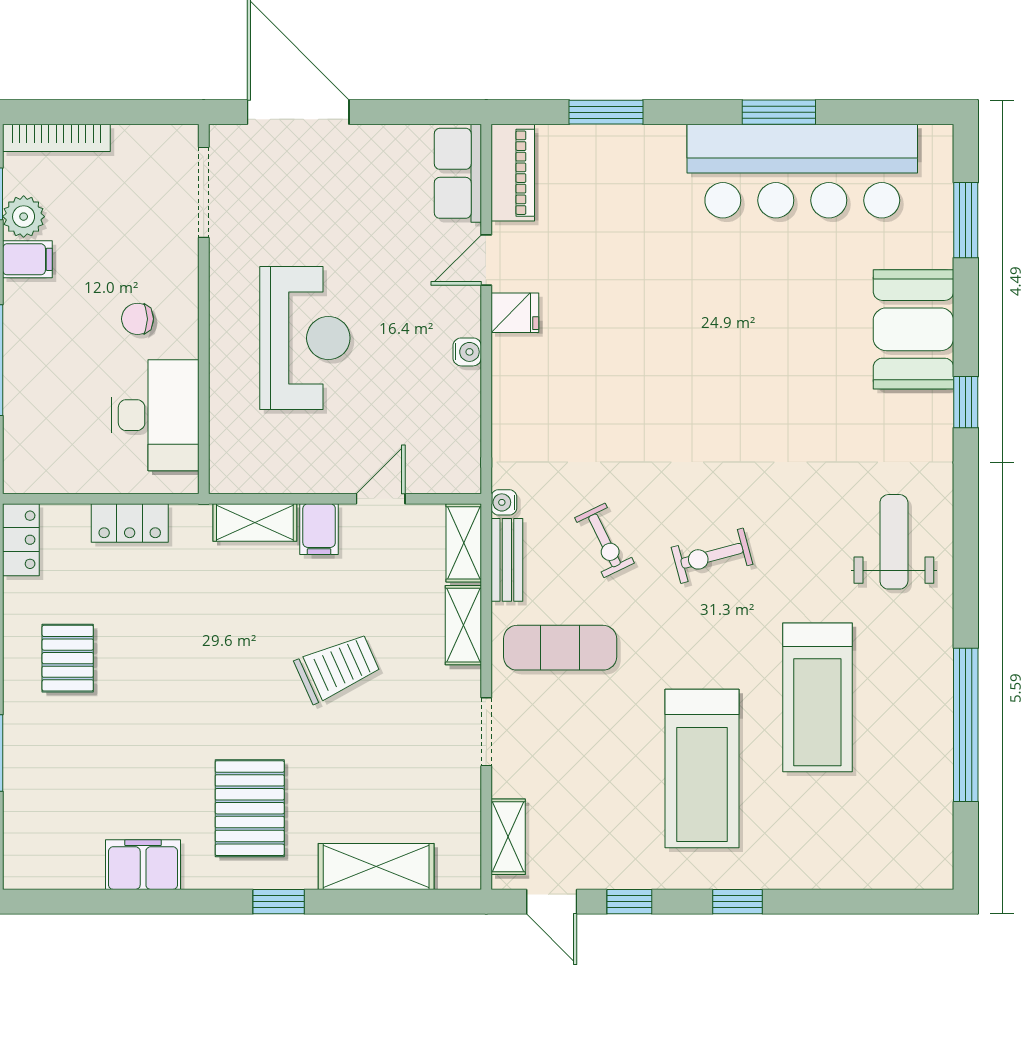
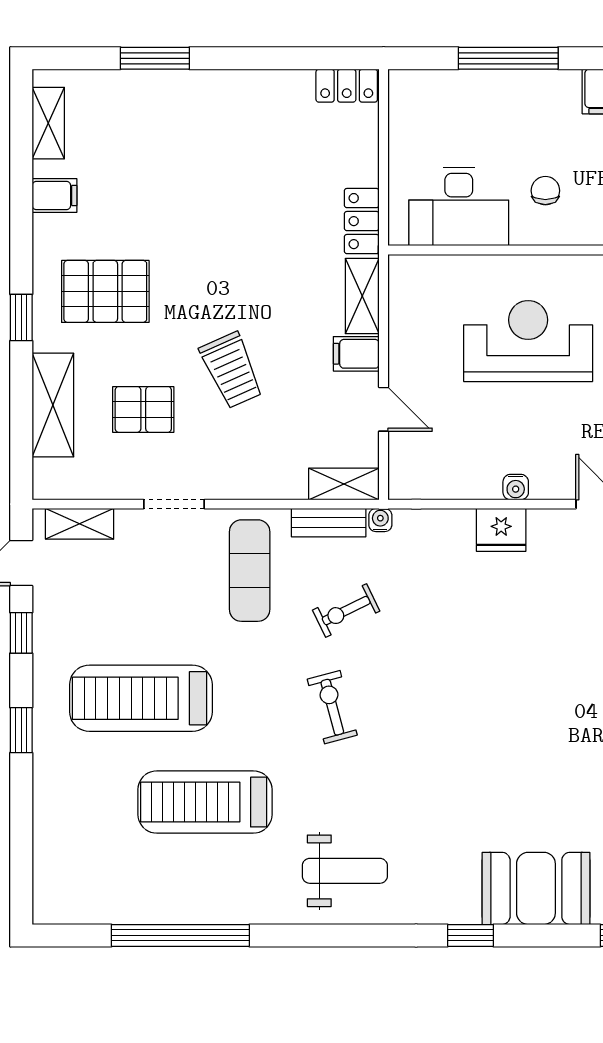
fridge: (515, 313) -> (501, 530), moved, width x1.38
reception desk: (305, 338) -> (528, 341), turned 180
locker: (130, 523) -> (362, 221), moved
shelving: (463, 625) -> (48, 123), moved, turned 90
pallet: (68, 658) -> (143, 409), moved
filing cabinet: (143, 865) -> (55, 195), width x0.50

